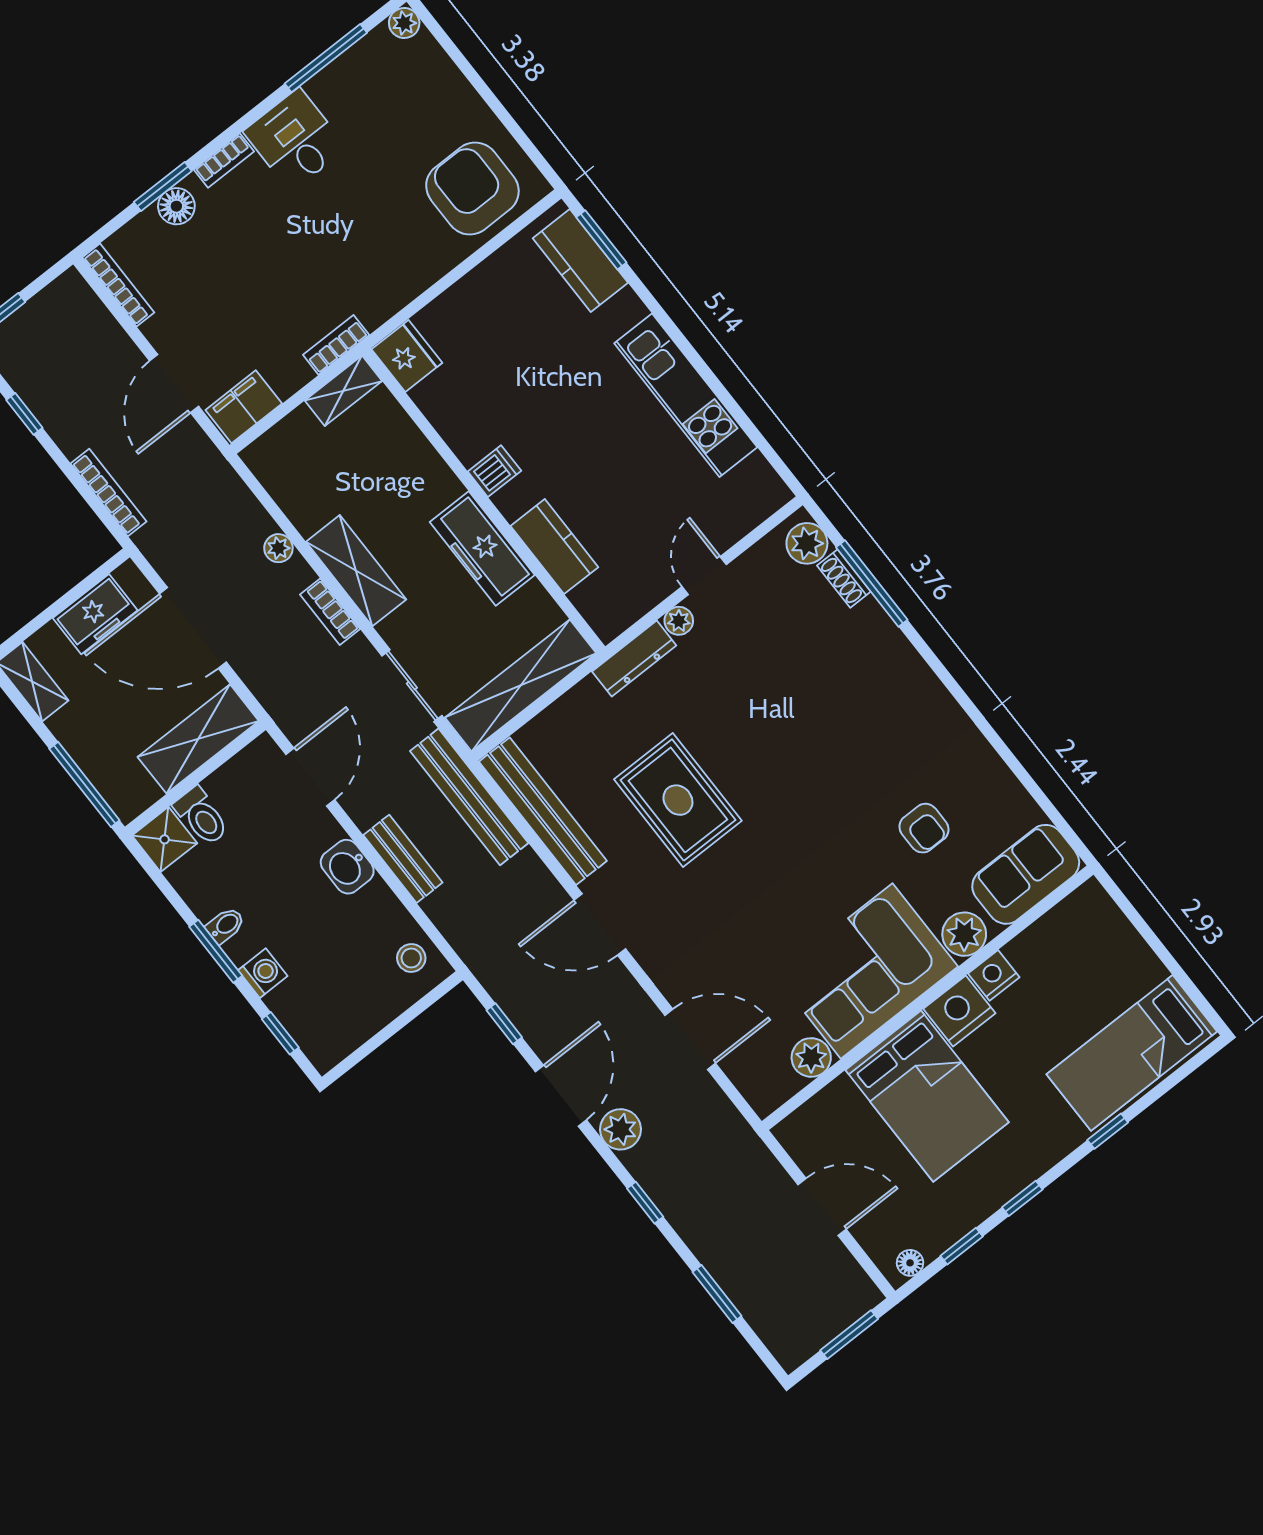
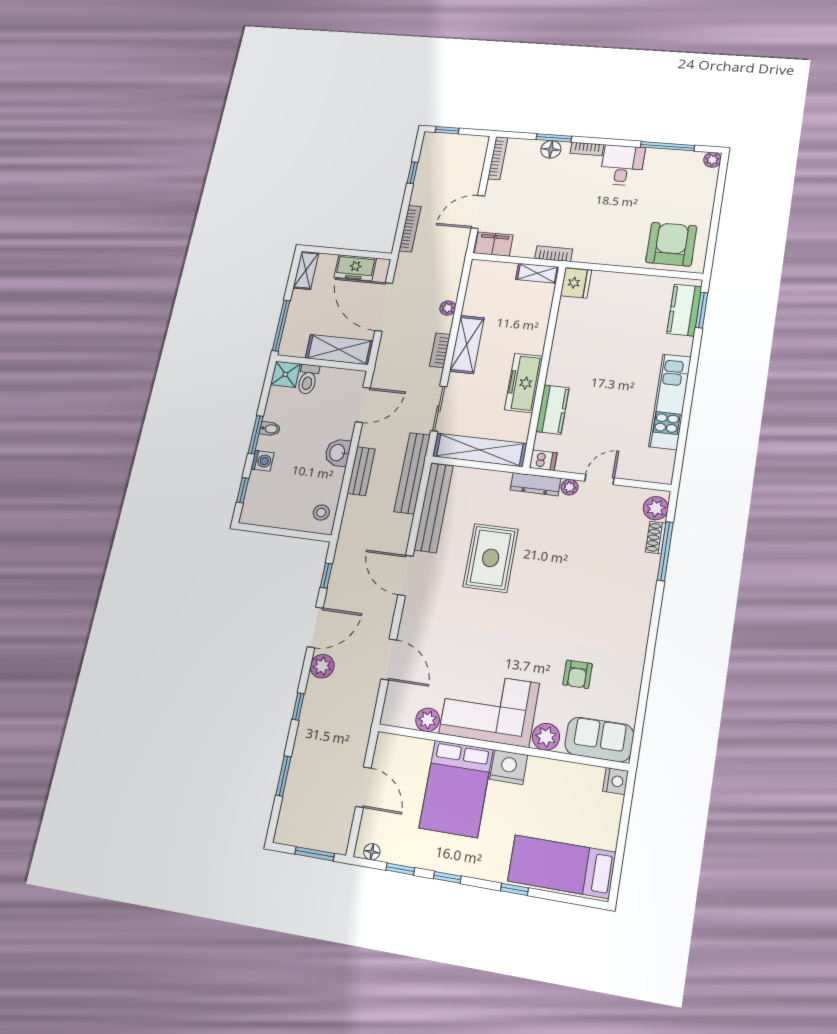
dishwasher: (494, 471) -> (543, 460), moved
nightstand: (994, 975) -> (616, 781), moved, turned 90

